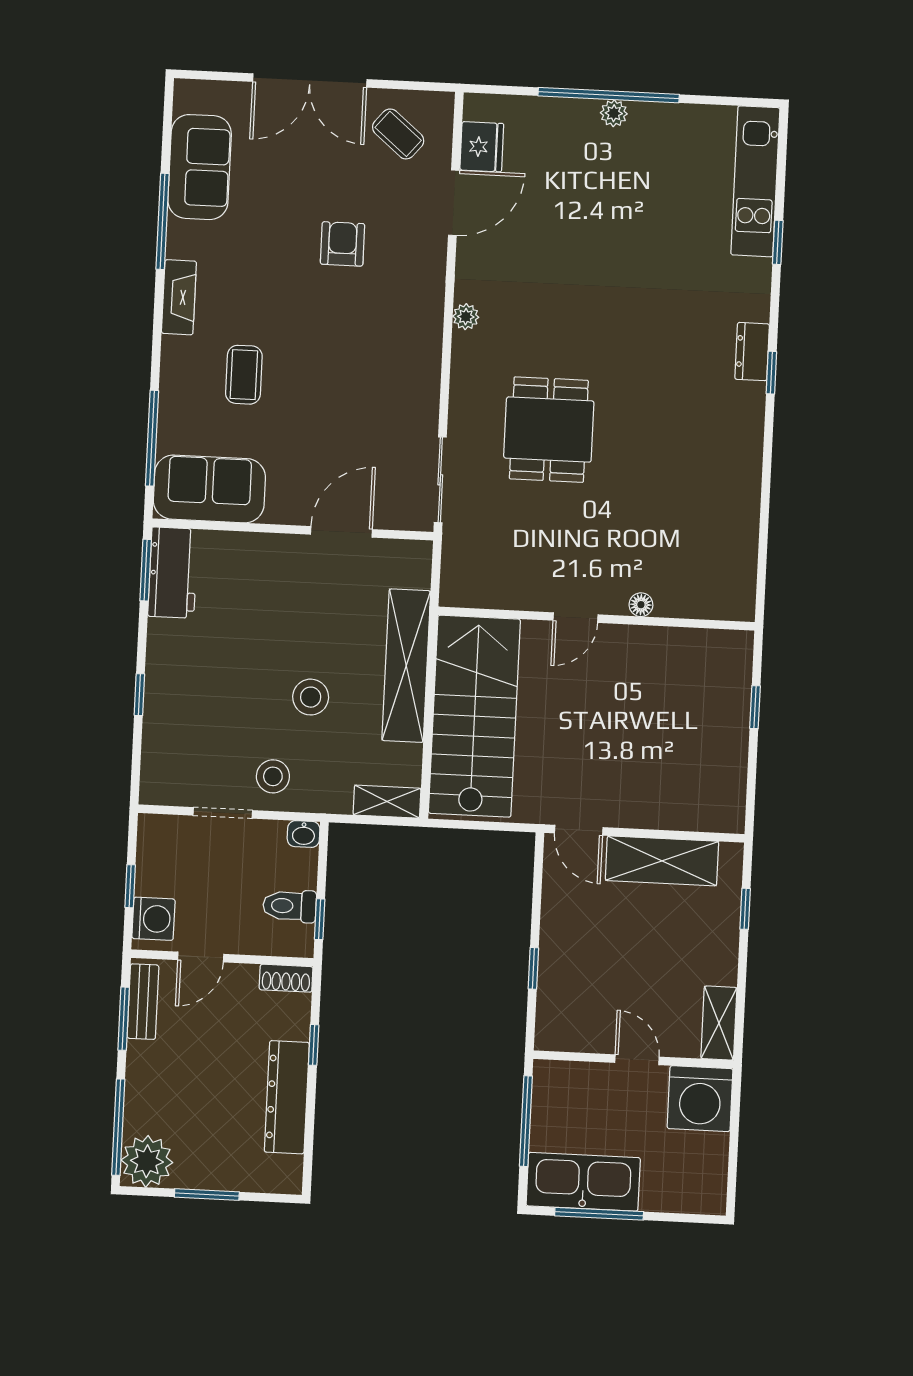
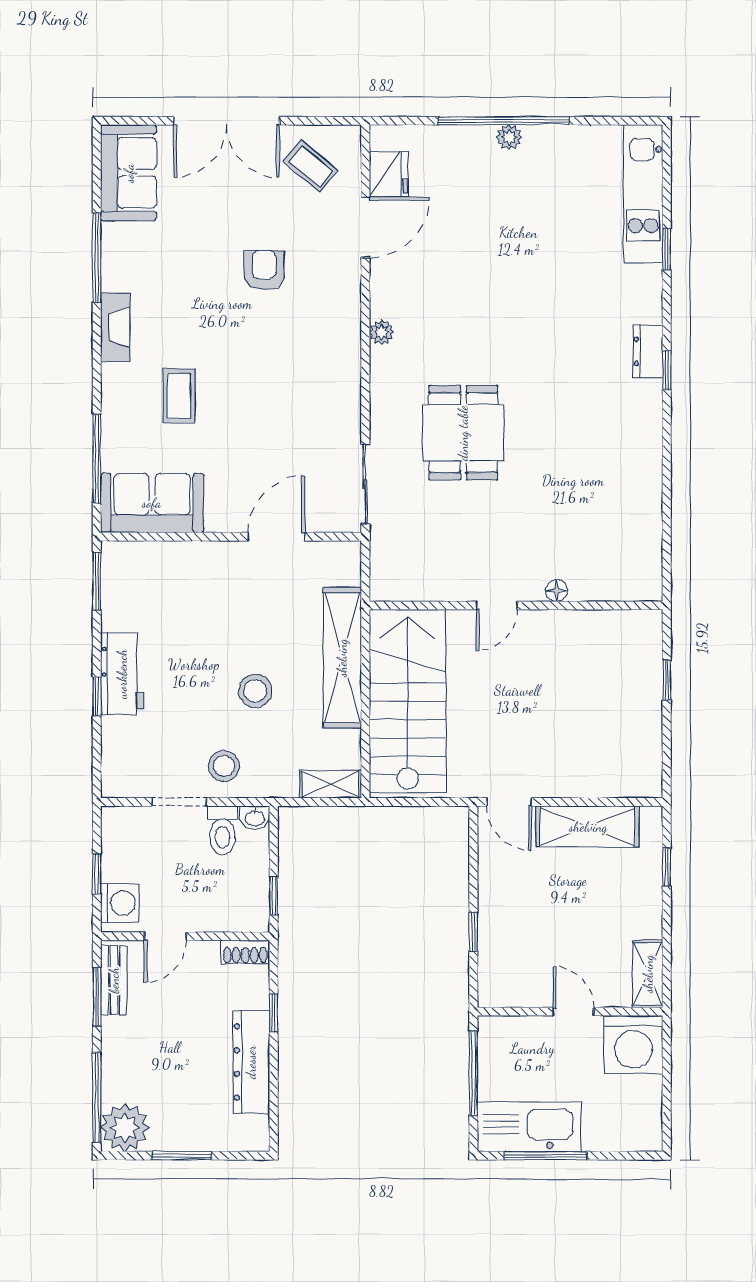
sofa: (200, 167) -> (129, 173), moved
workbench: (173, 573) -> (122, 674), moved
toilet: (290, 906) -> (222, 830), moved, turned -90

